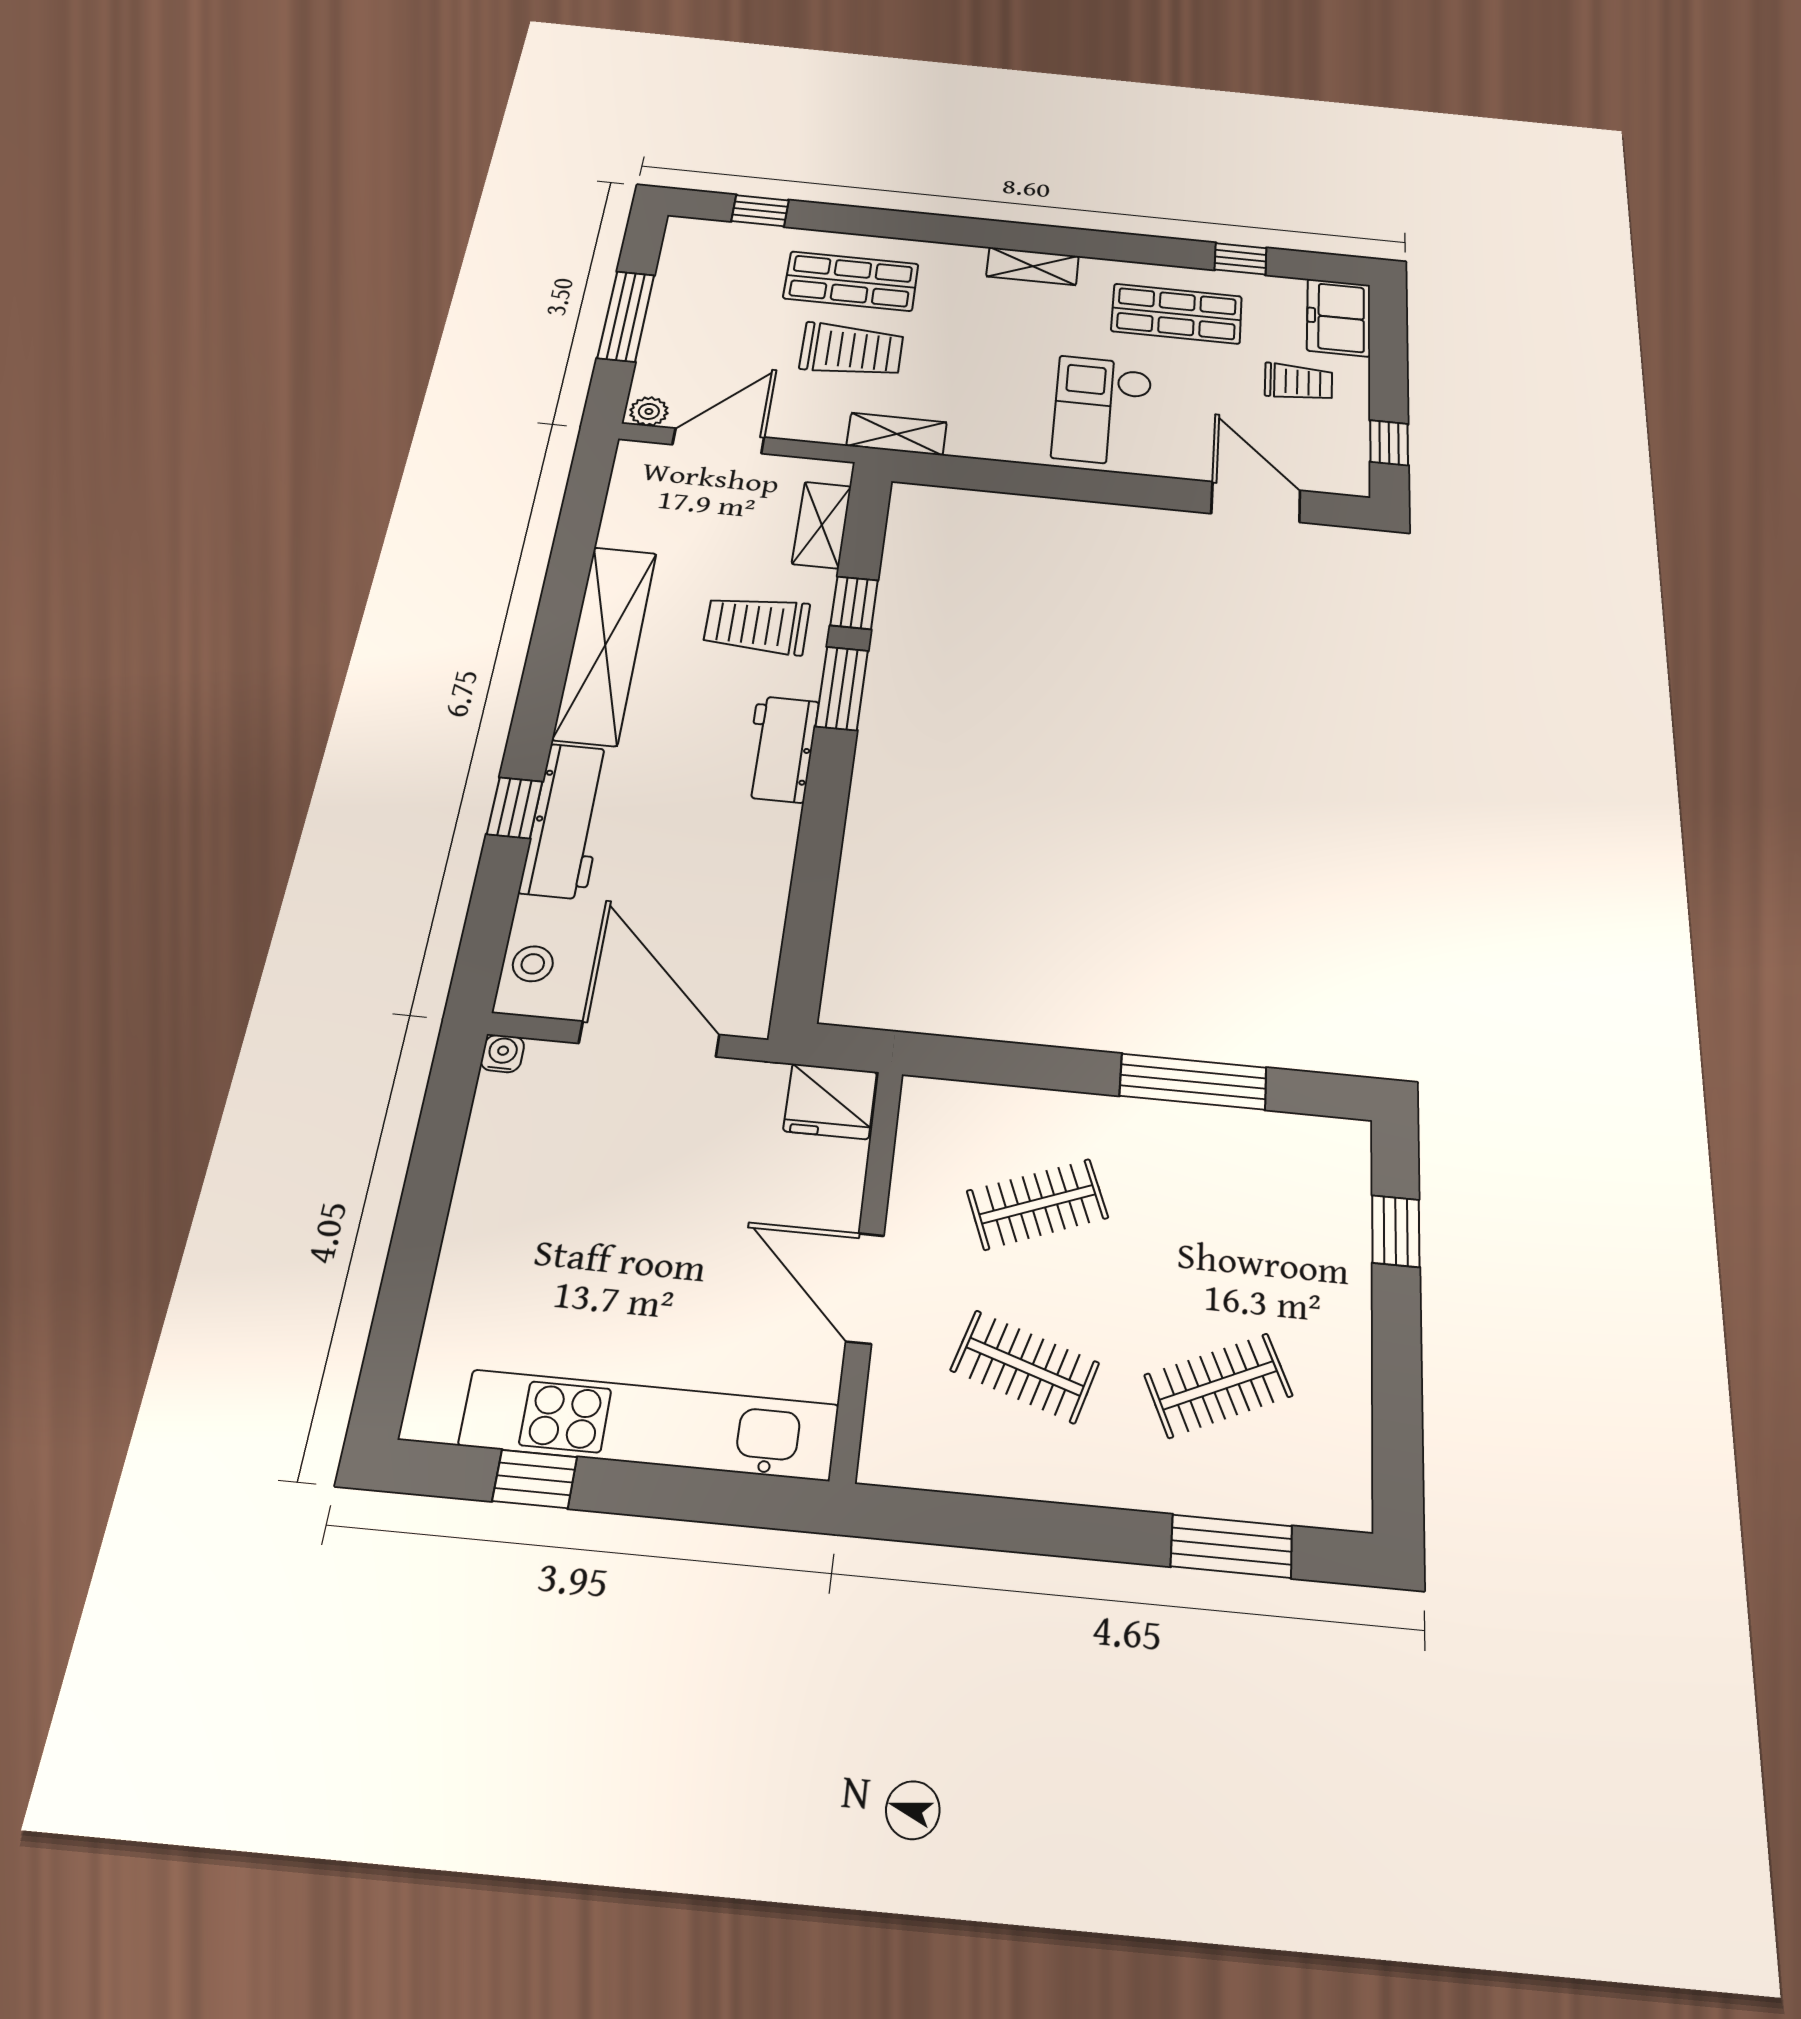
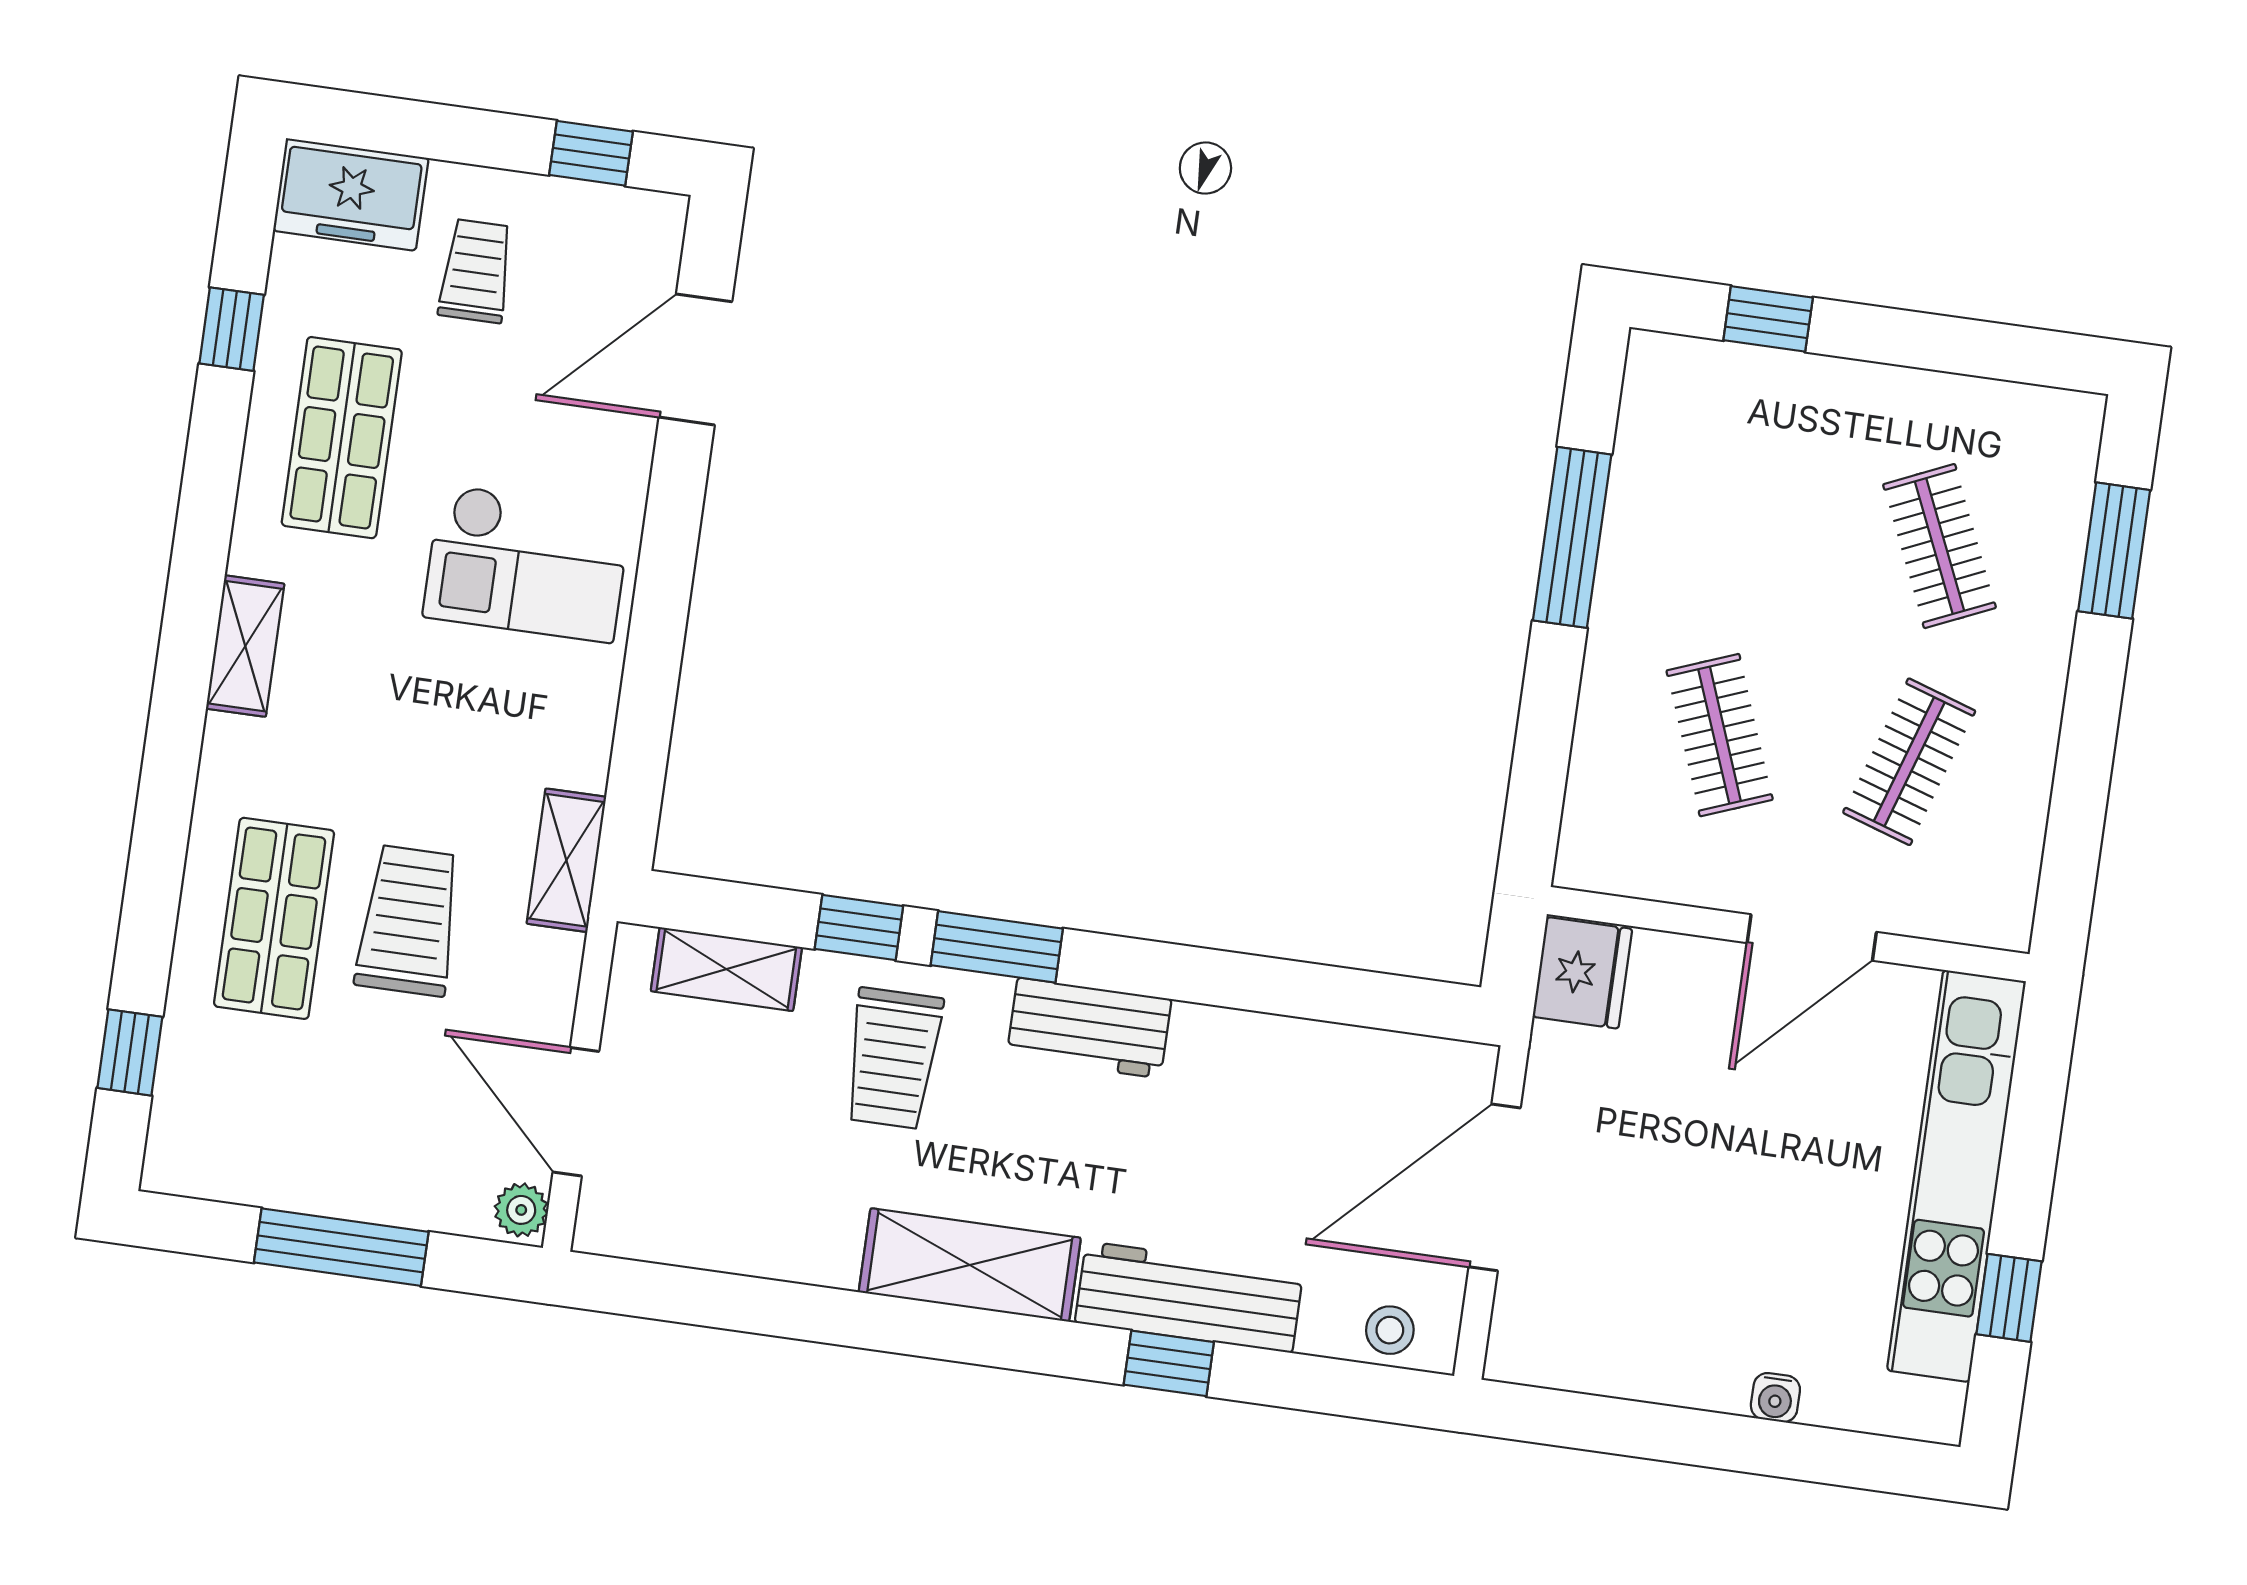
shelving: (605, 645) -> (970, 1265), width x0.68
water cooler: (502, 1053) -> (1775, 1398), moved, turned -90

